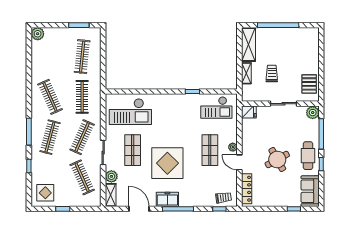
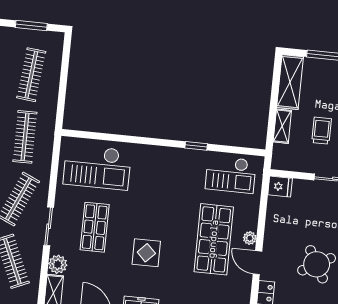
shop shelf: (210, 150) -> (214, 239), width x1.43, depth x1.36
display table: (167, 163) -> (146, 253), width x0.54, depth x0.54

